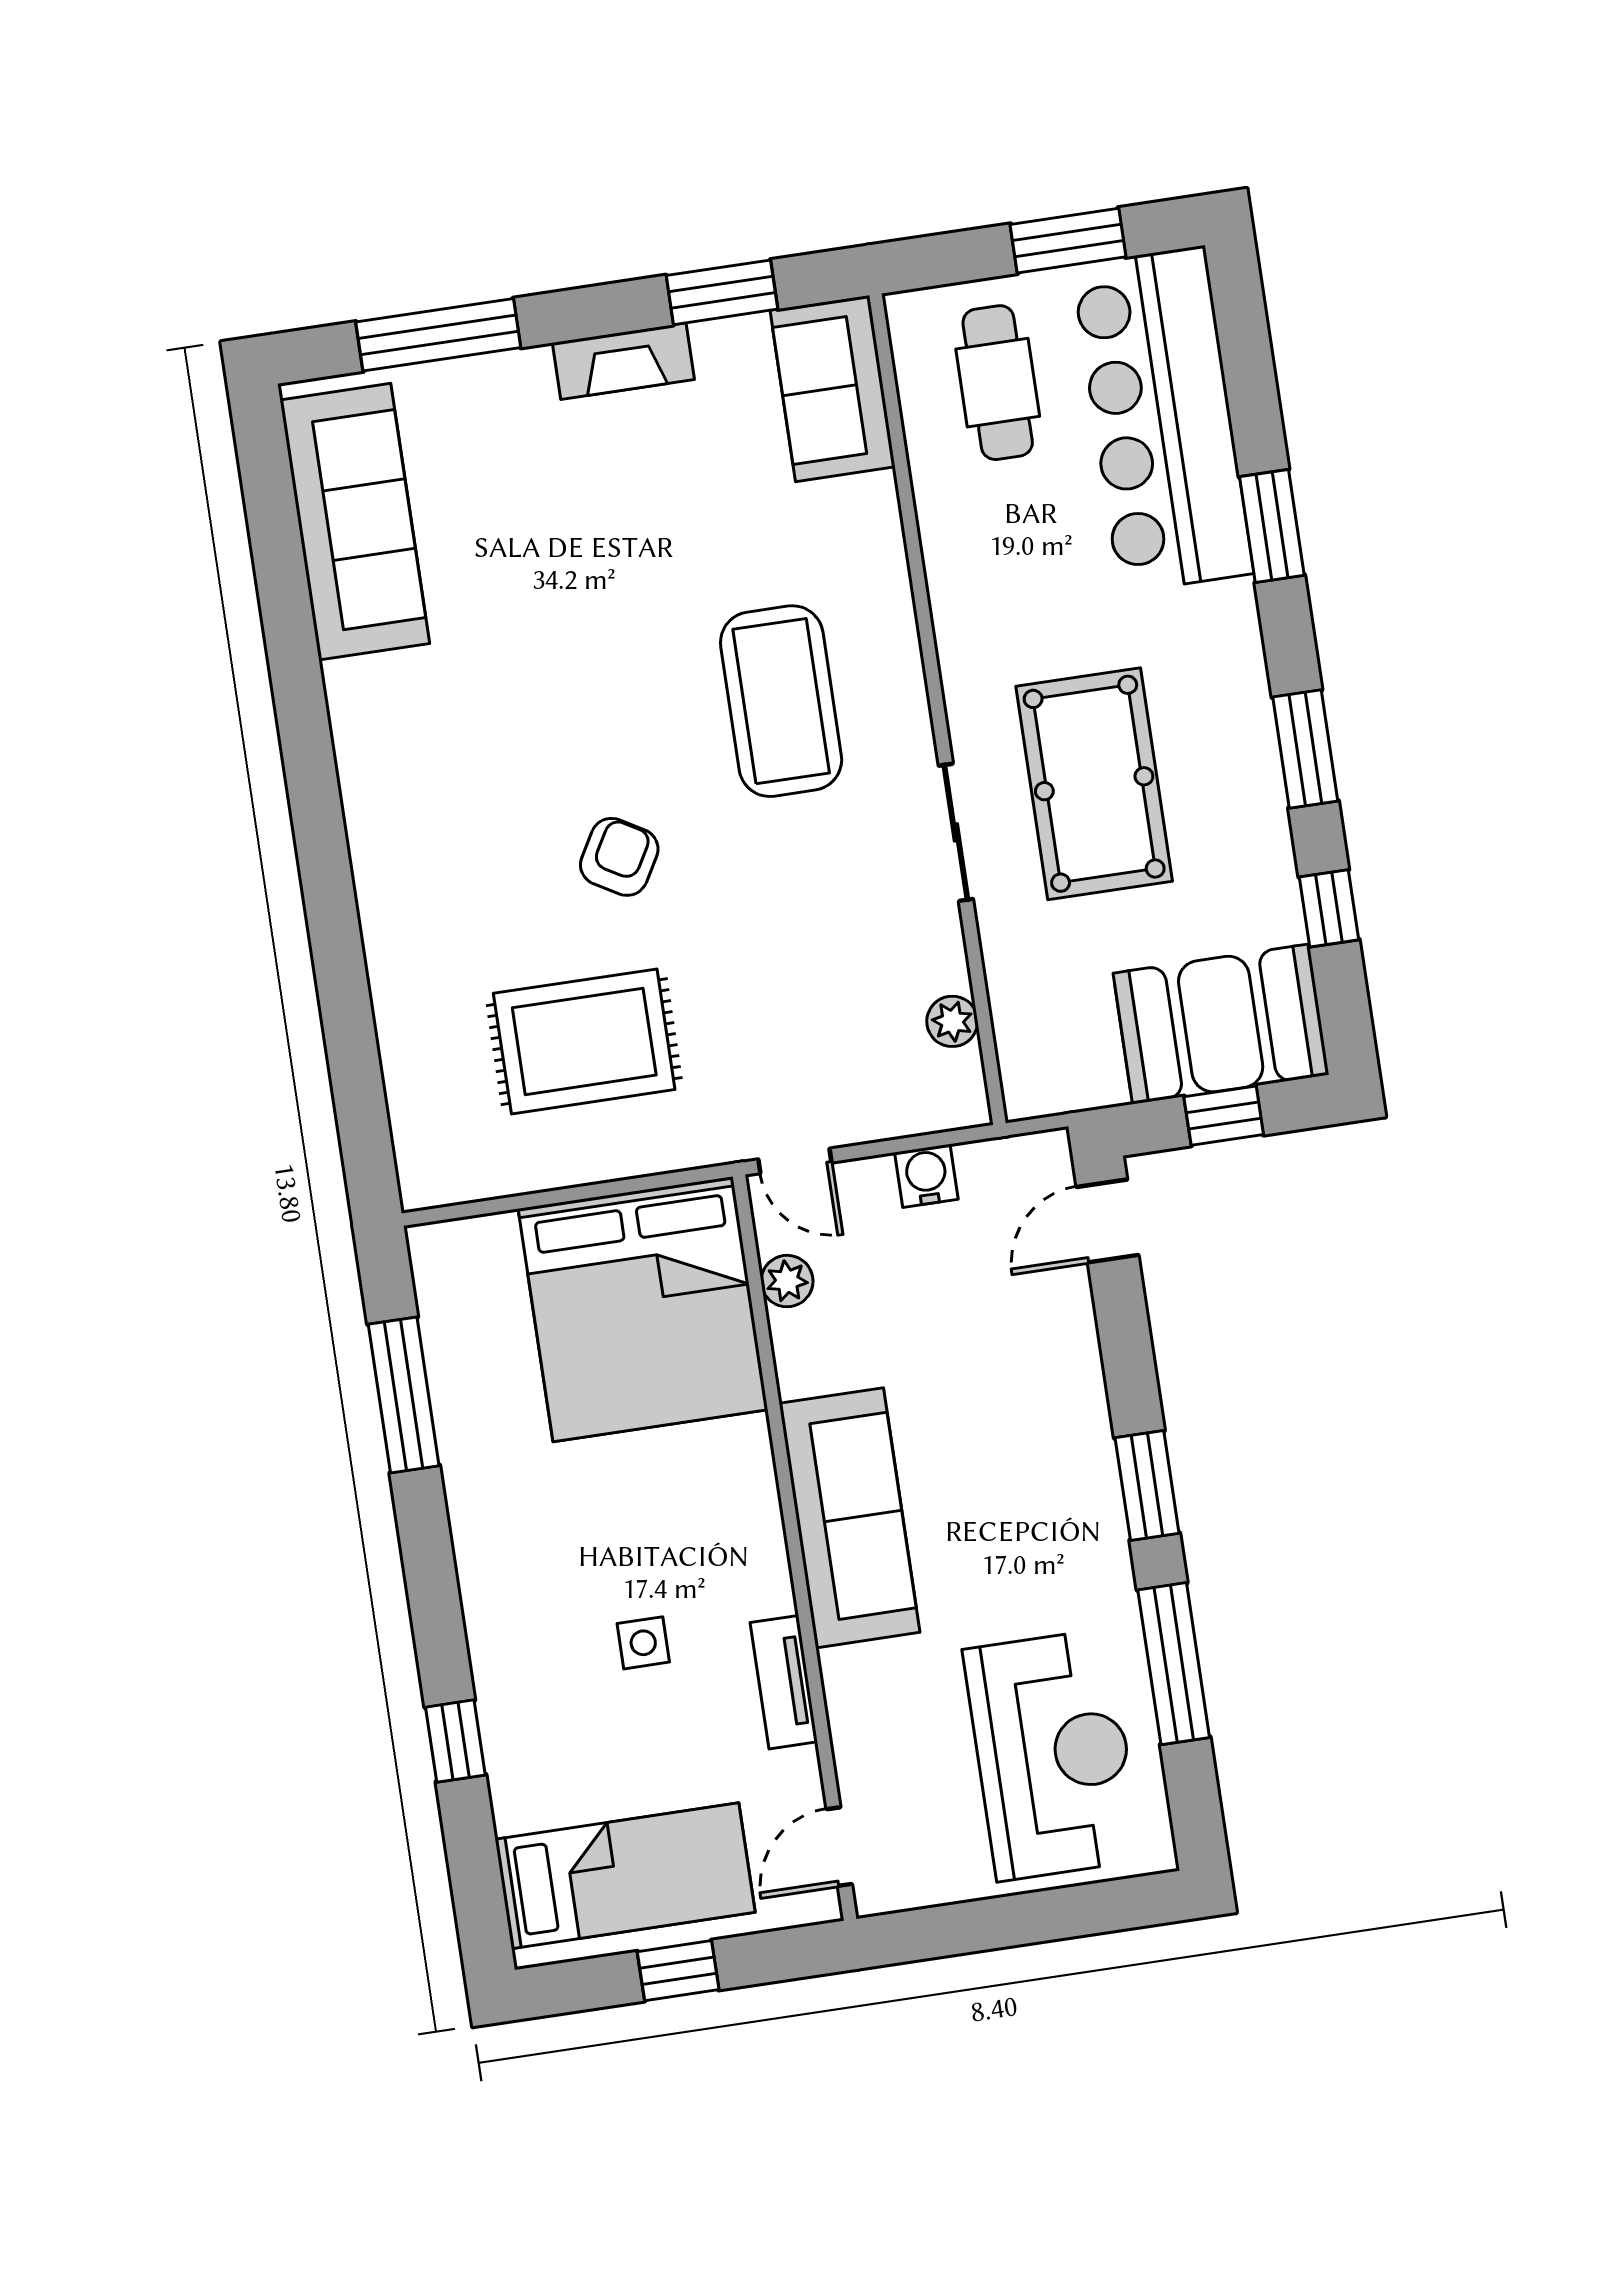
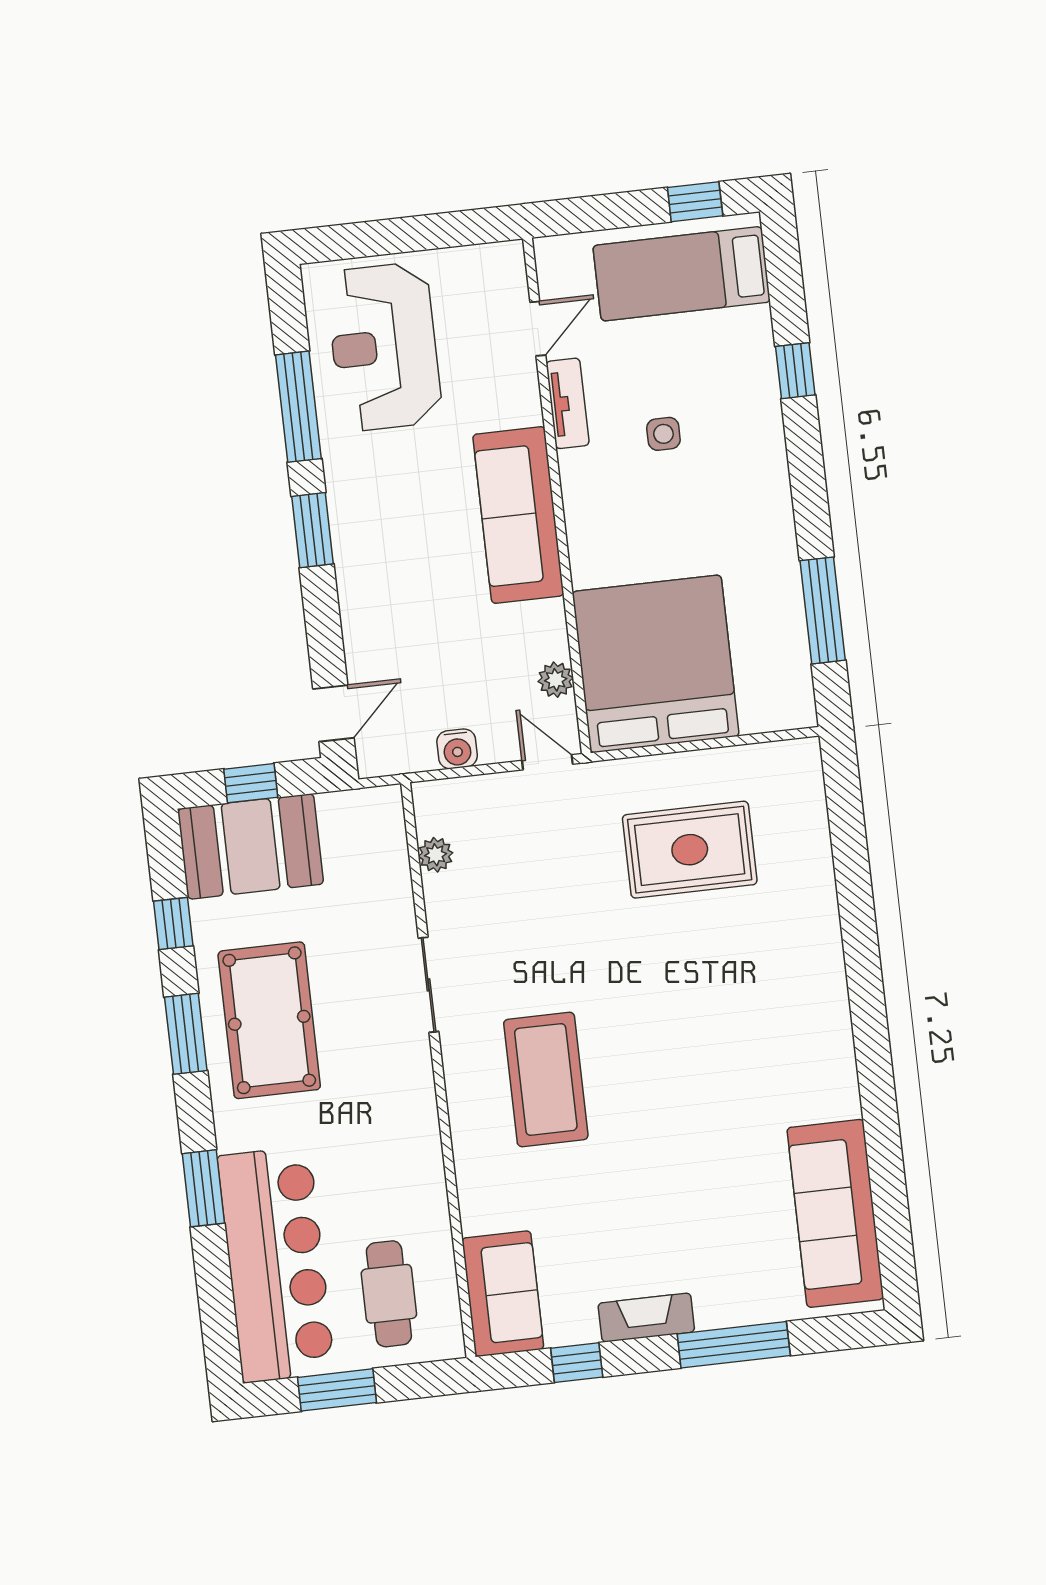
window: (722, 292) -> (577, 1363), width x0.67
window: (438, 335) -> (734, 1345), moved
pool table: (1094, 784) -> (269, 1020), moved
armchair: (619, 857) -> (661, 976), removed
door: (839, 1847) -> (538, 329), moved
window: (678, 1971) -> (695, 202), moved

